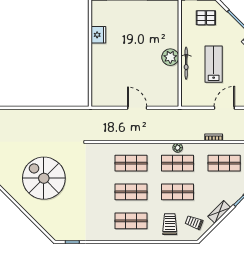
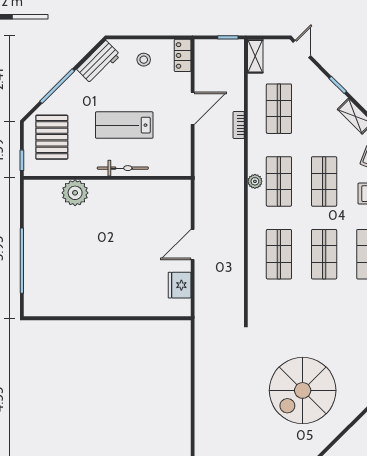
pallet: (206, 18) -> (52, 137), width x1.50, depth x1.42
fridge: (98, 35) -> (180, 285), moved, turned -90
plant: (170, 57) -> (75, 193), moved
door: (224, 108) -> (193, 108), swing flipped

